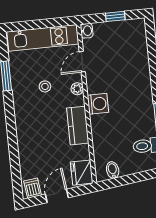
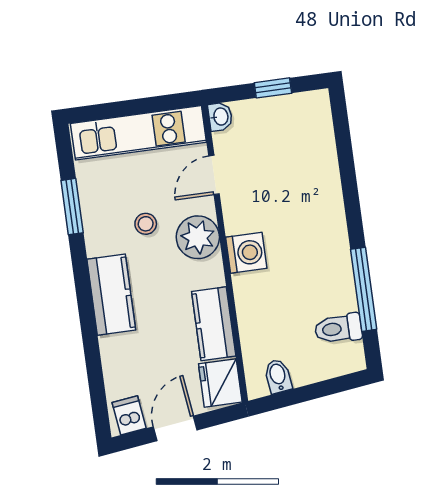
plant: (77, 89) -> (198, 237), width x1.87, depth x1.87
kitchen counter: (25, 124) -> (111, 295), added
kitchen counter: (78, 126) -> (214, 324), moved

